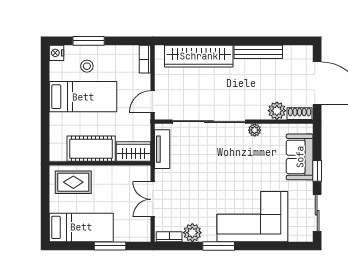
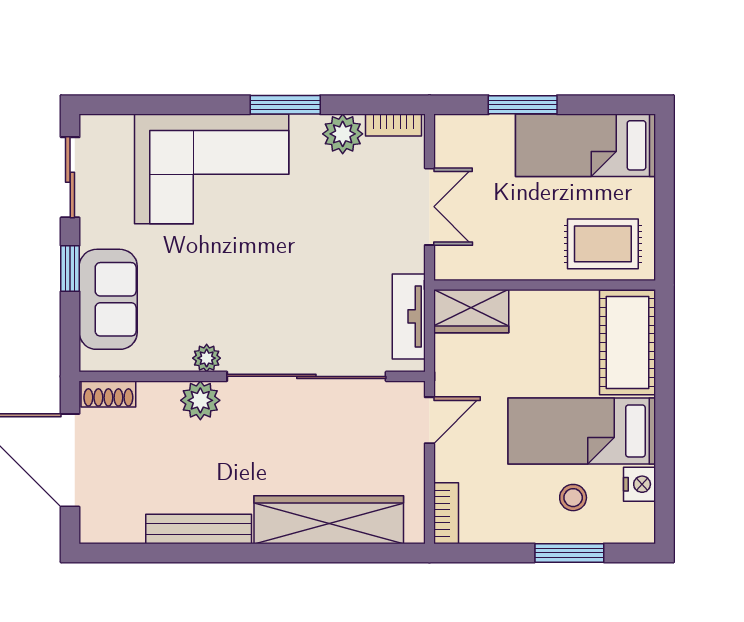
nightstand: (56, 53) -> (640, 484), moved
plant: (277, 111) -> (200, 400), moved
cot: (91, 149) -> (627, 343), moved, turned 90

